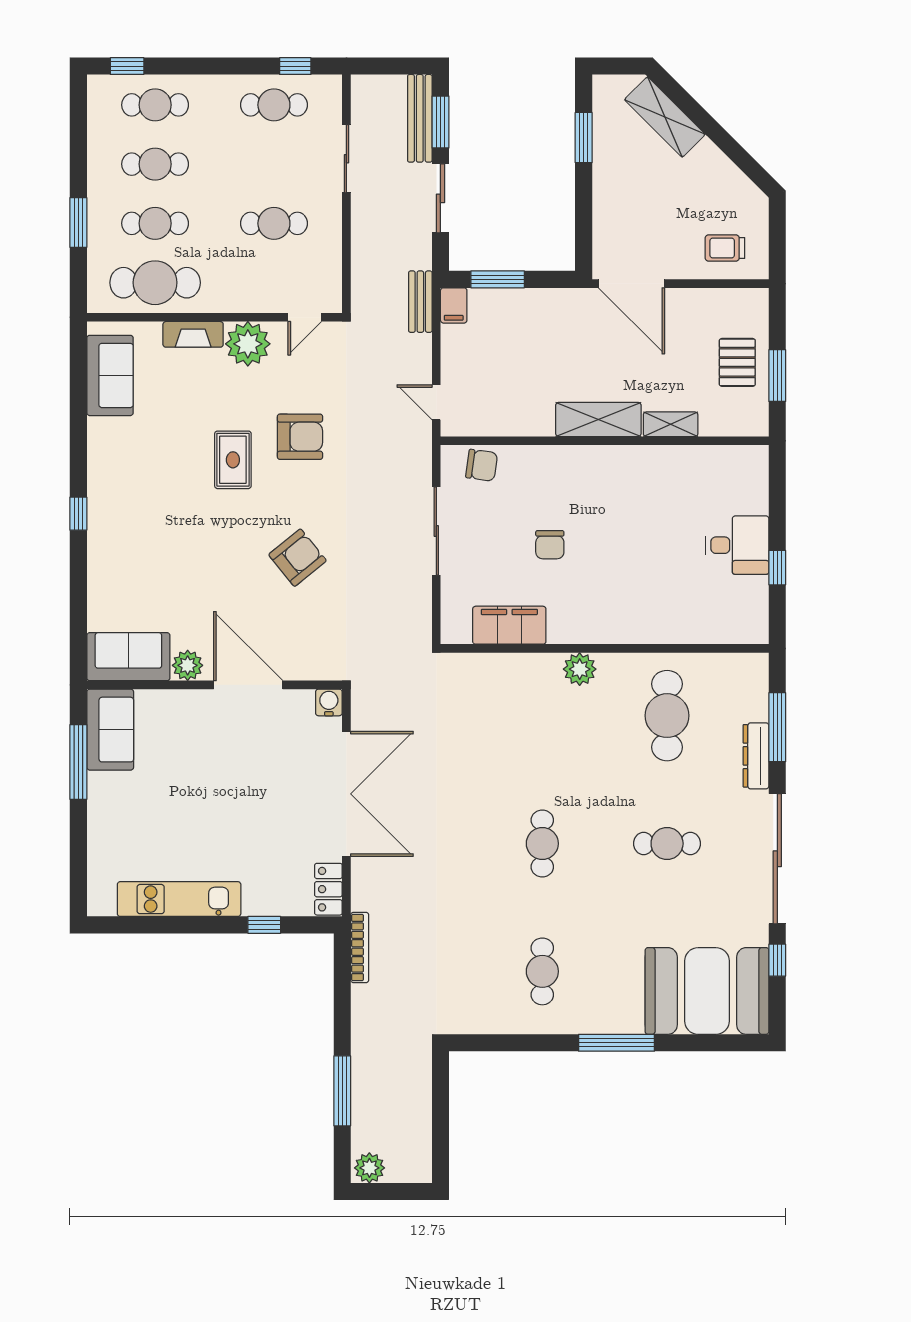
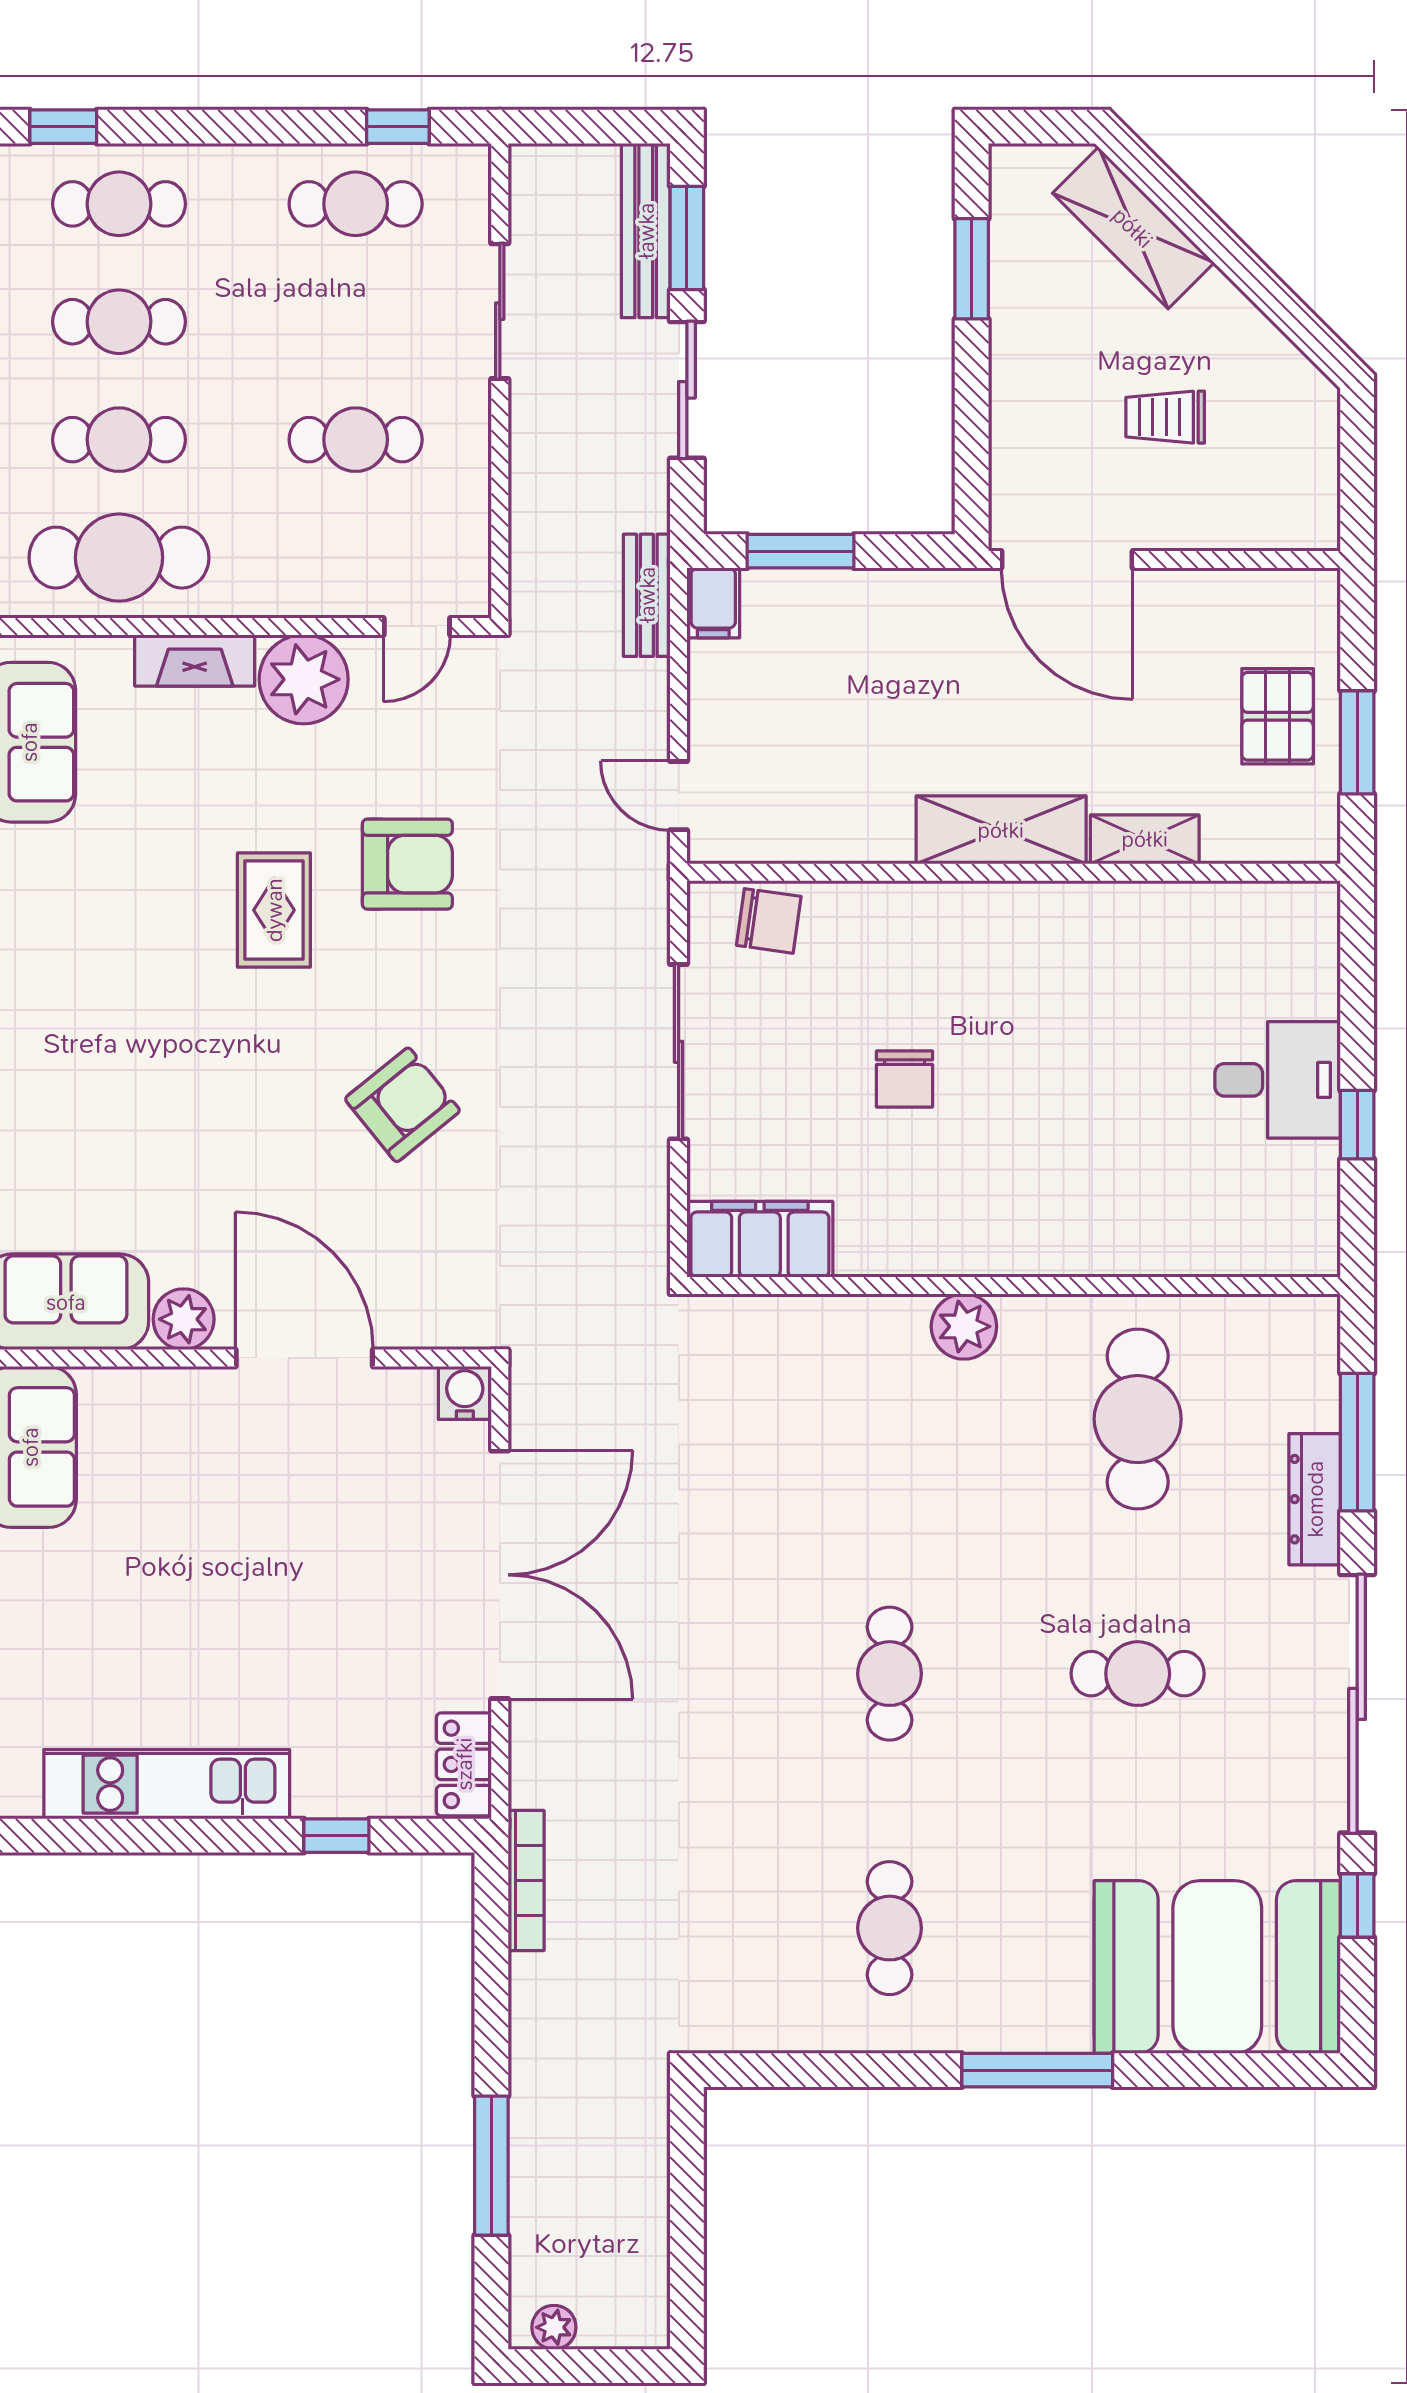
trolley: (725, 248) -> (1165, 417), moved
filing cabinet: (509, 625) -> (760, 1239), moved
plant: (369, 1168) -> (554, 2327), width x0.73, depth x0.73

